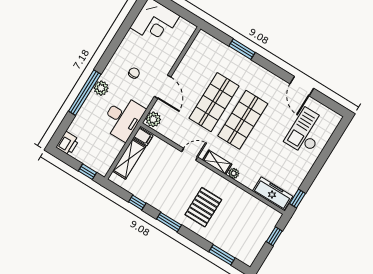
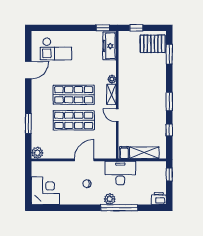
plant: (153, 119) -> (37, 153), moved
pallet: (203, 207) -> (153, 44), moved

